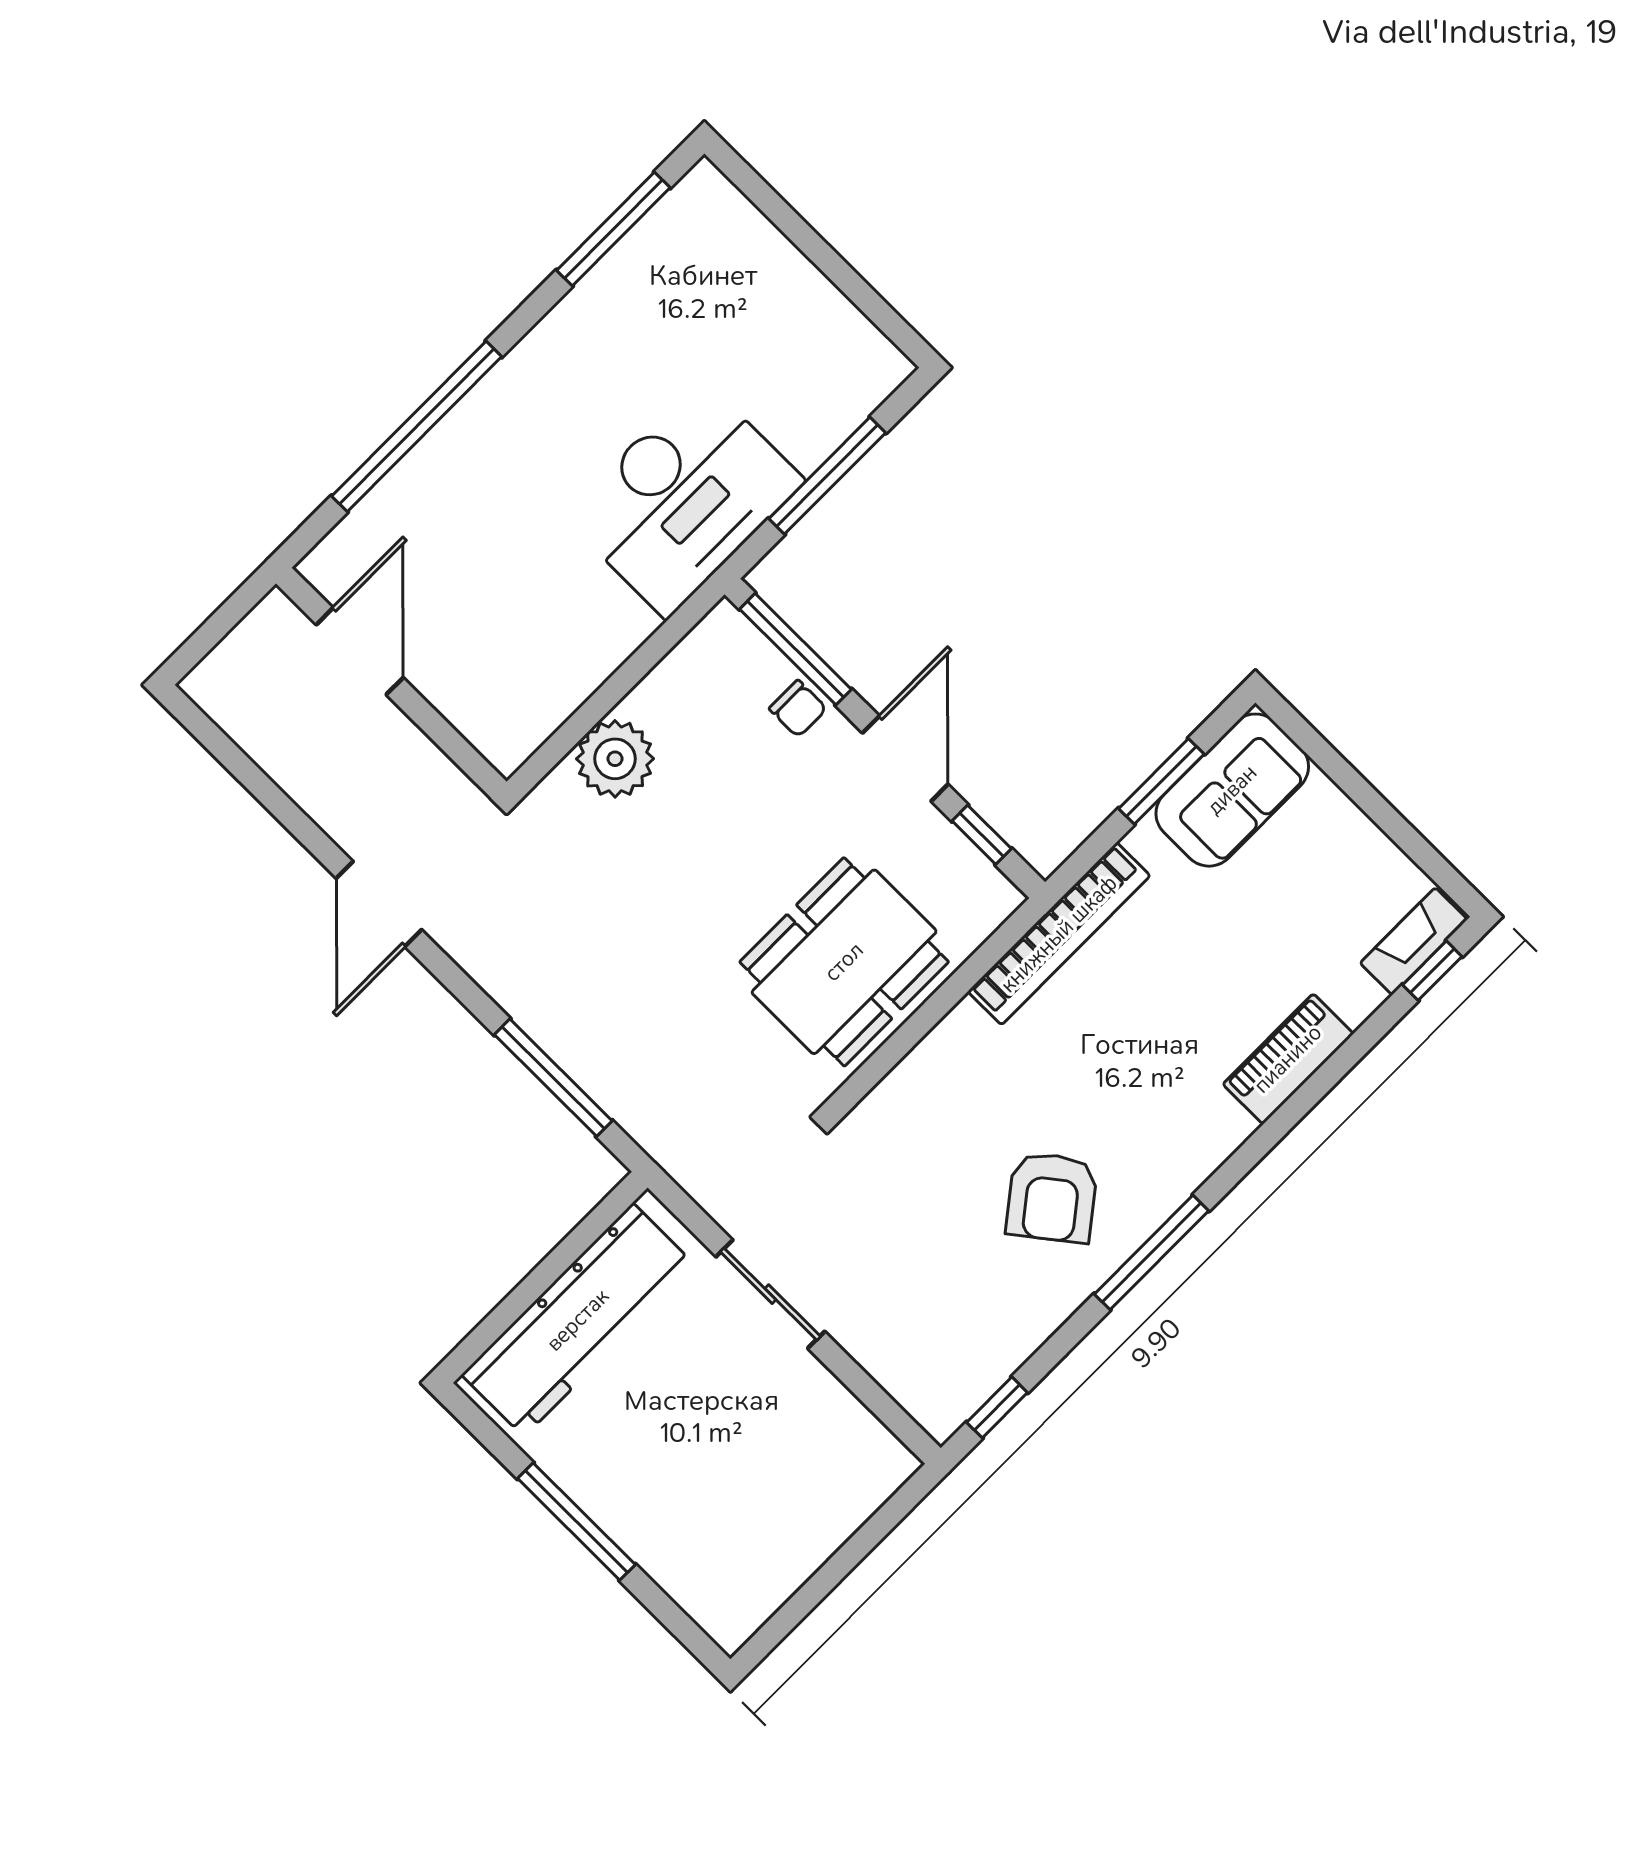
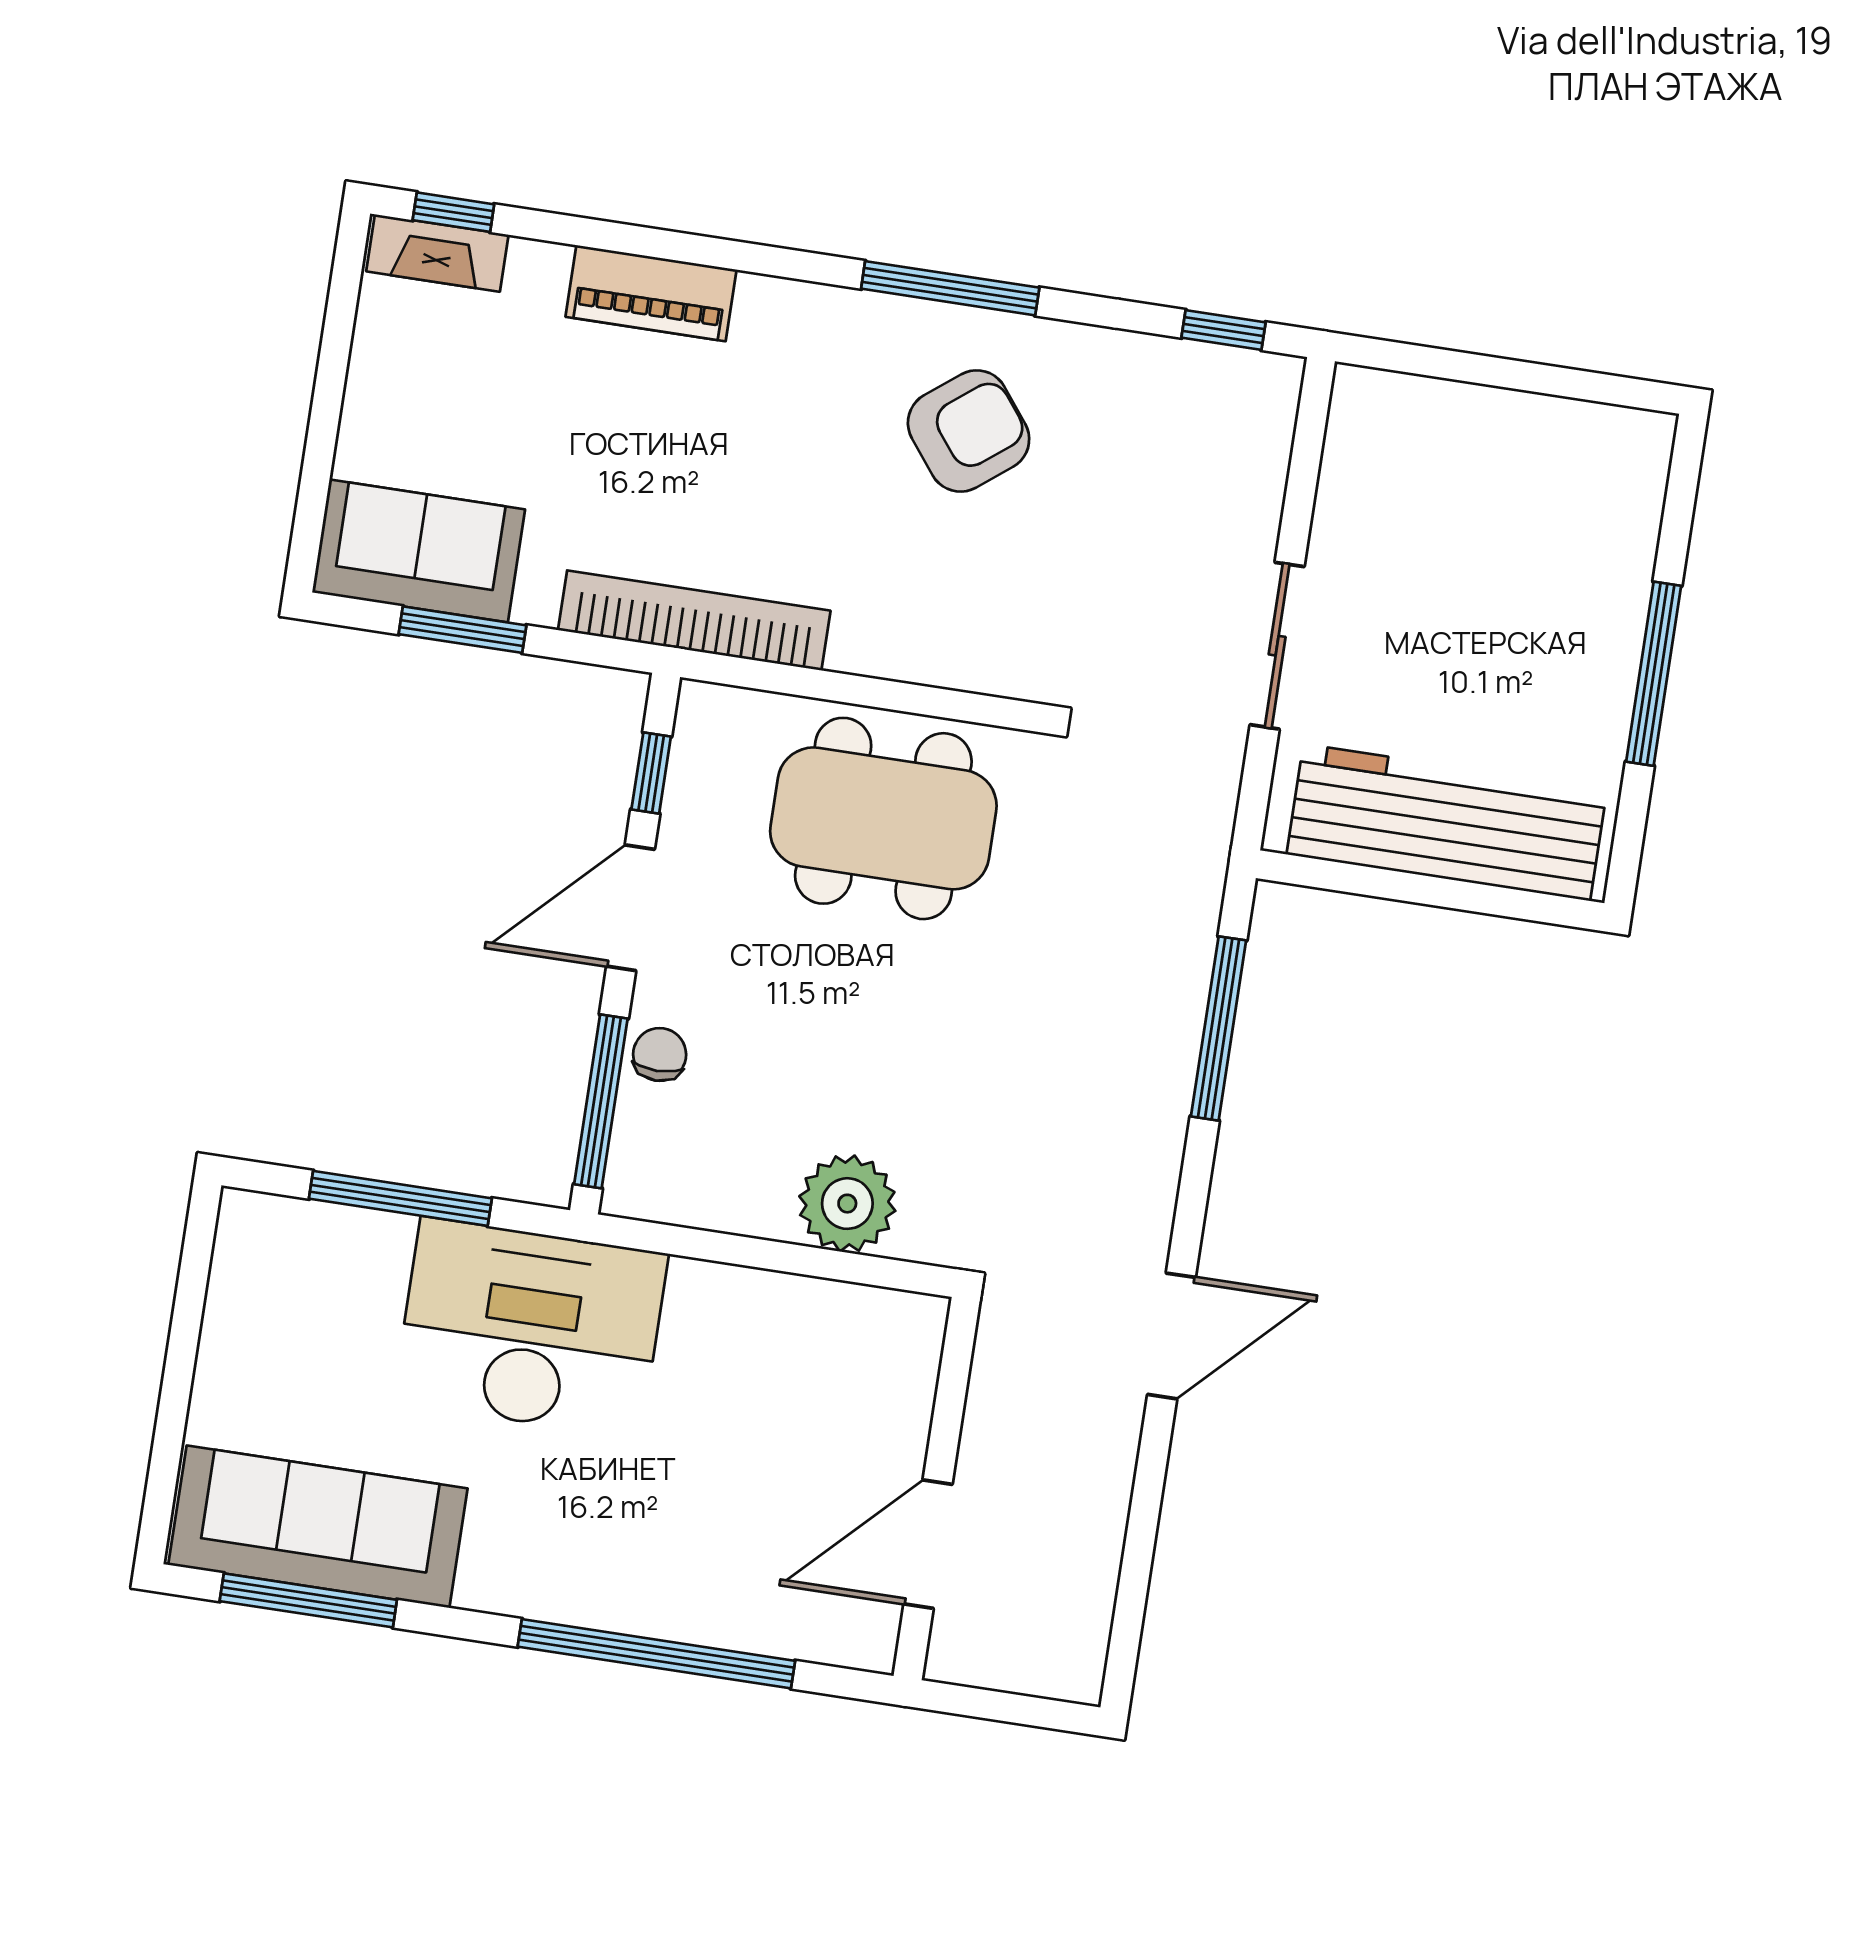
sofa: (656, 270) -> (318, 1527), added

